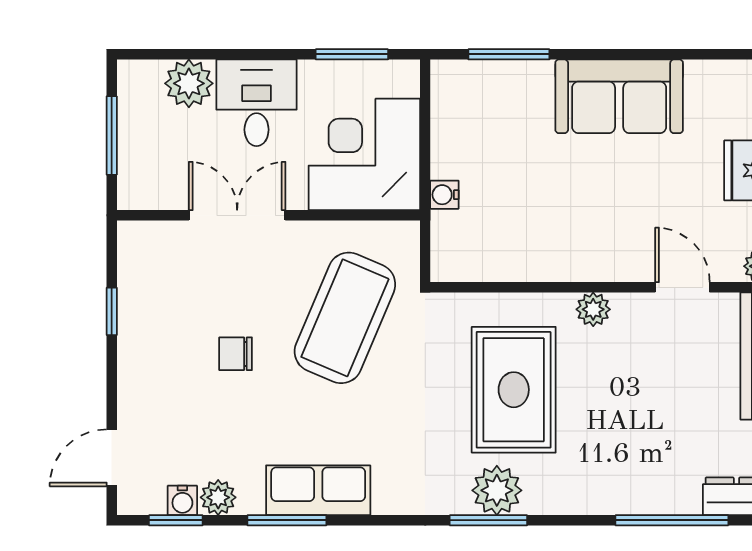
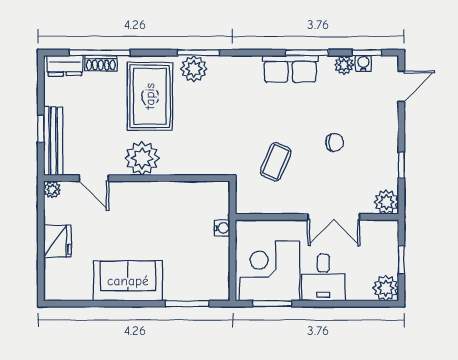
plant: (189, 83) -> (386, 288), moved
window: (112, 136) -> (401, 260), width x0.67
corner desk: (364, 154) -> (270, 271), moved, turned 180
plant: (140, 243) -> (386, 202), added
plant: (593, 309) -> (142, 158), width x1.87, depth x1.87
coffee table: (345, 318) -> (276, 162), width x0.54, depth x0.58
rug: (514, 390) -> (150, 96), moved
shoe rack: (670, 501) -> (101, 63), added

